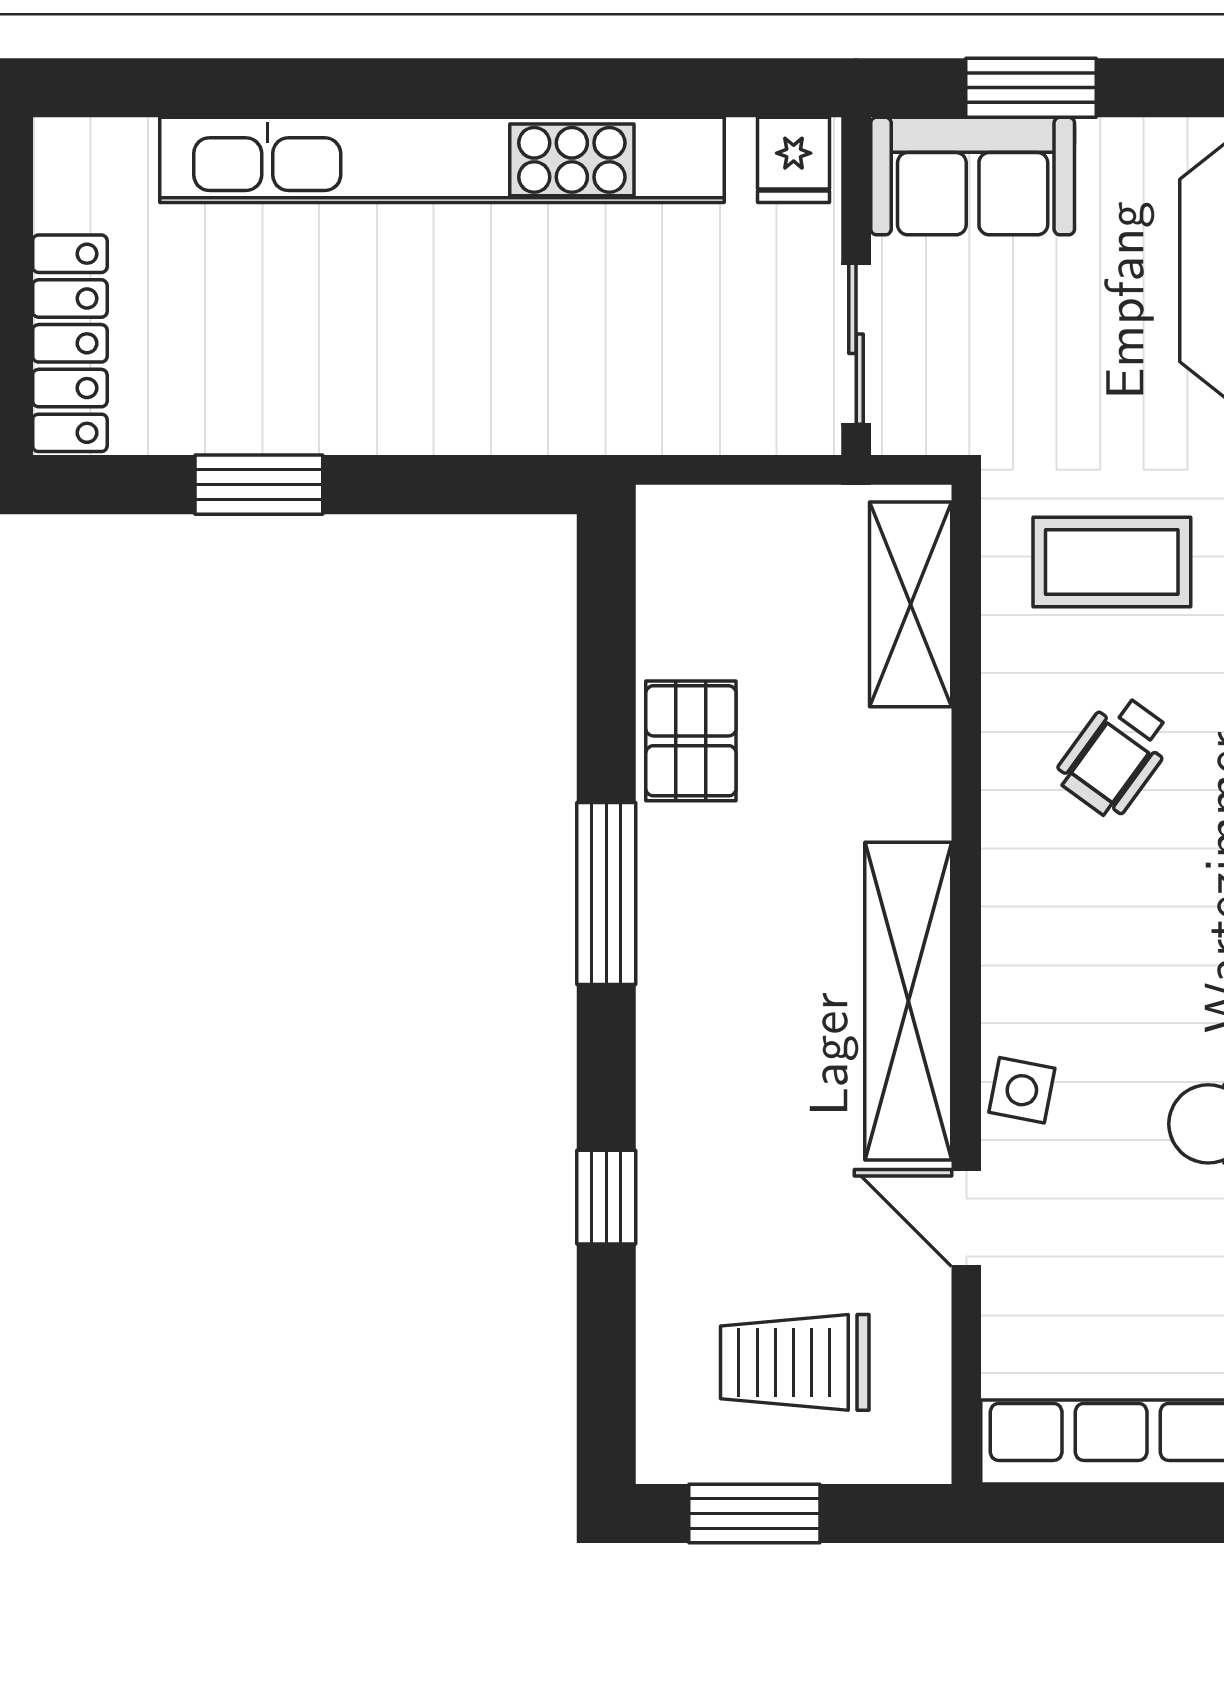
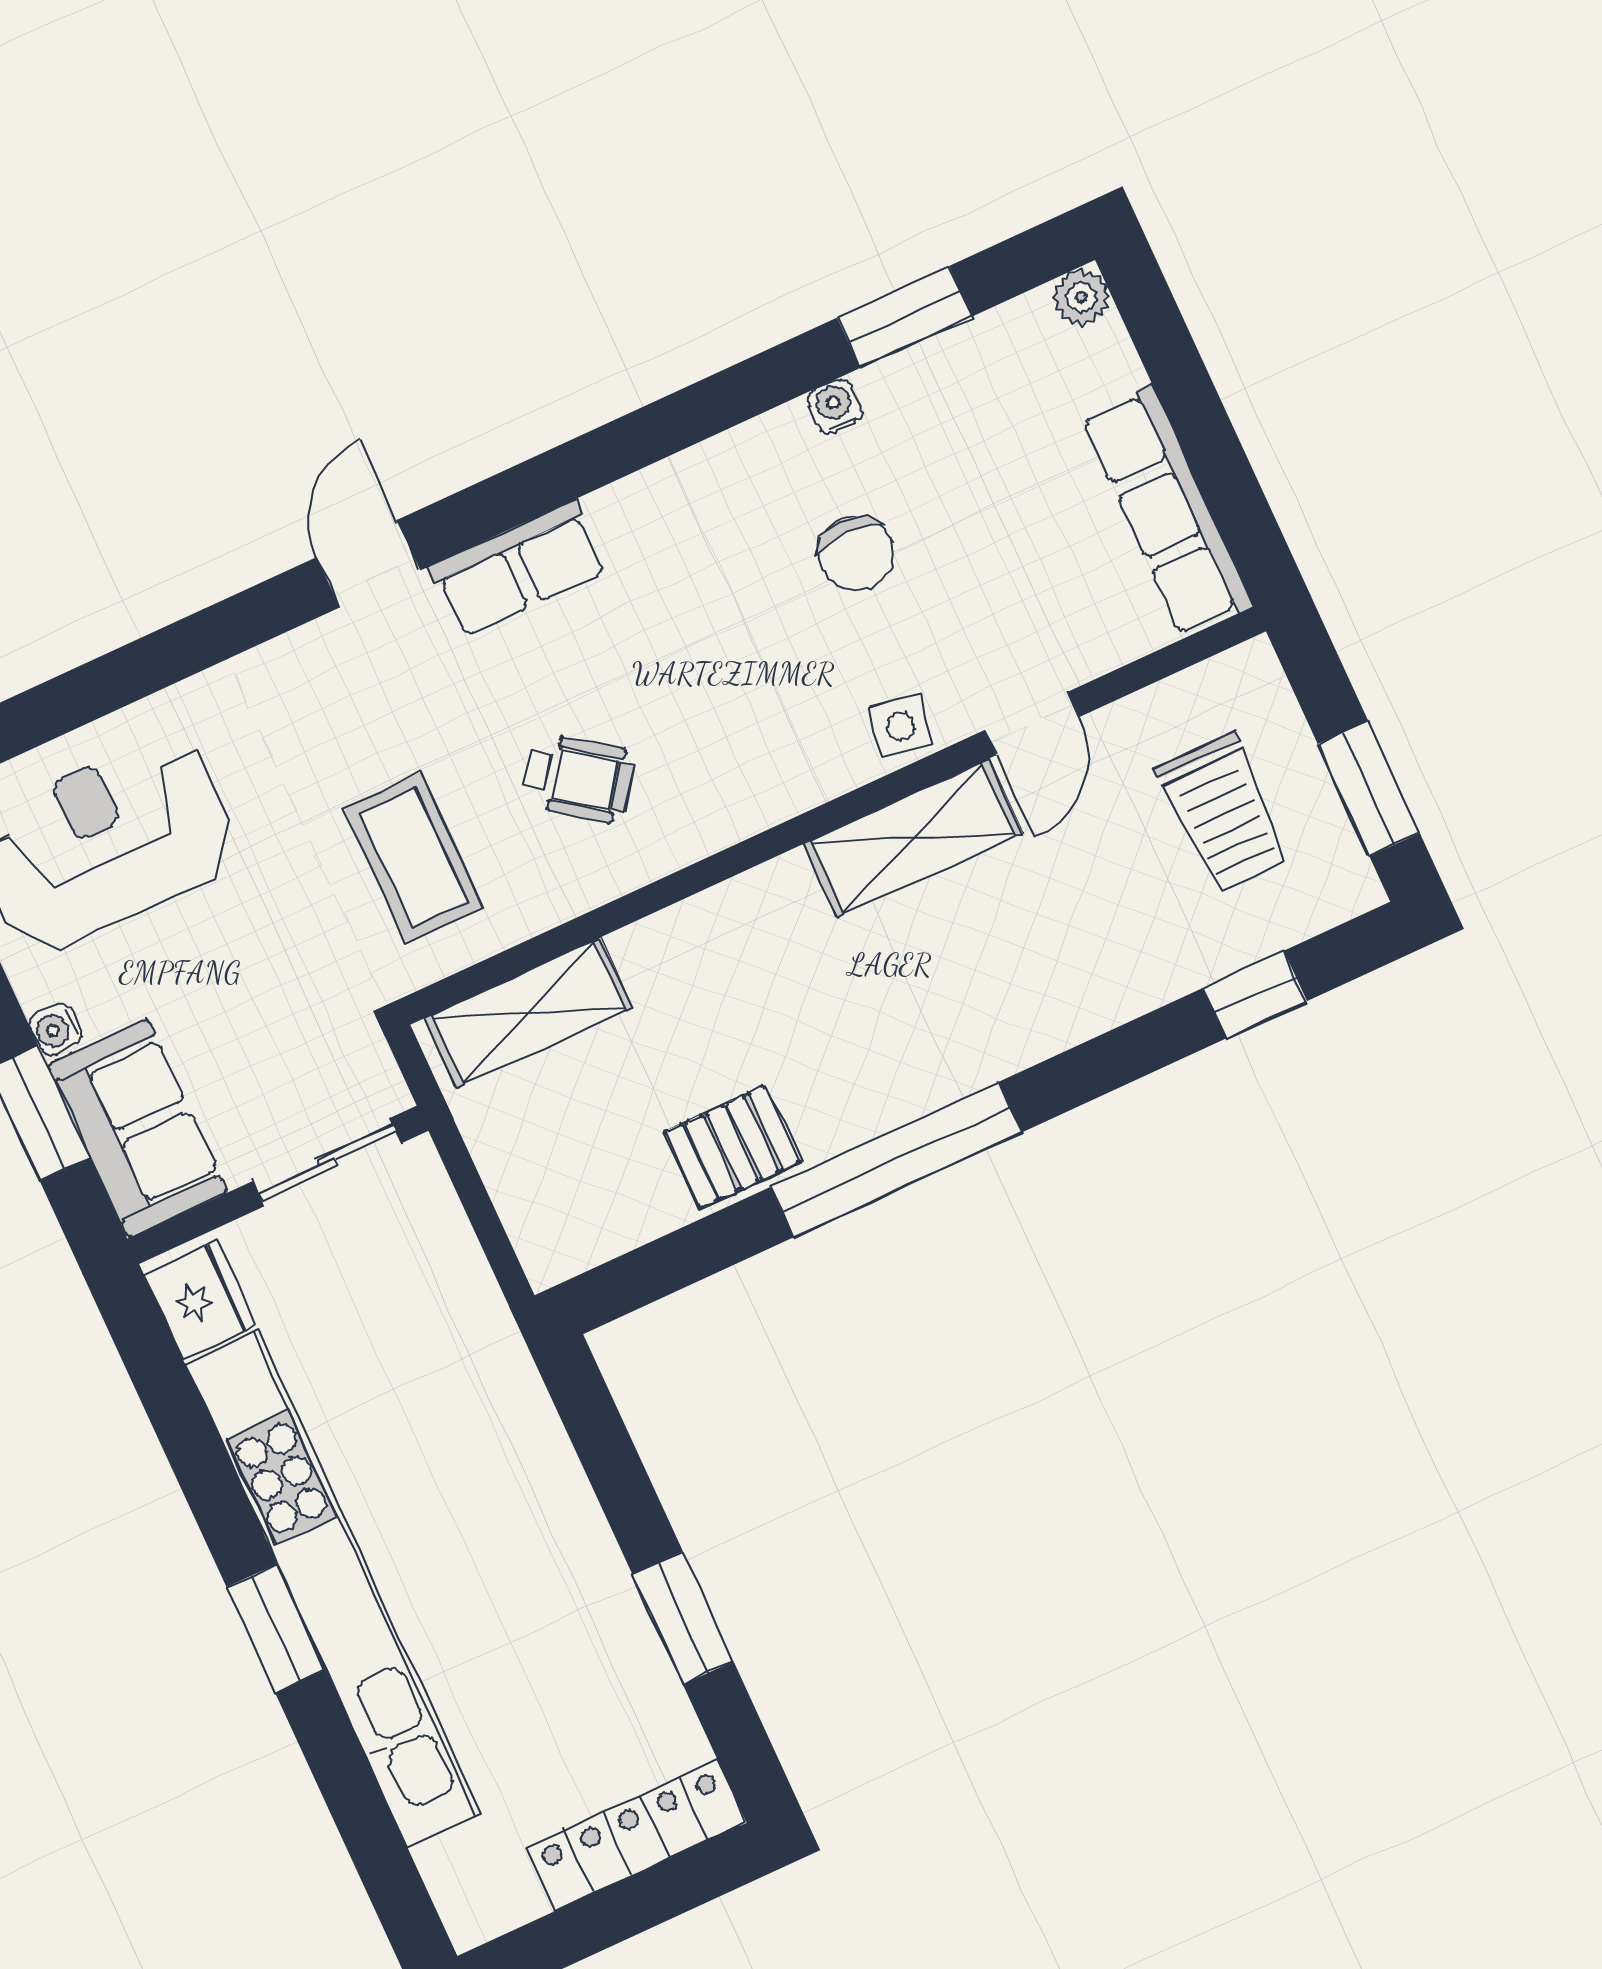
window: (429, 88) -> (276, 1628), added
water cooler: (1104, 141) -> (56, 1029), added
fridge: (794, 160) -> (200, 1300), width x1.38
window: (606, 893) -> (896, 1160), width x1.46
shelving: (908, 1001) -> (913, 839), width x0.68
window: (606, 1197) -> (1255, 995), moved

